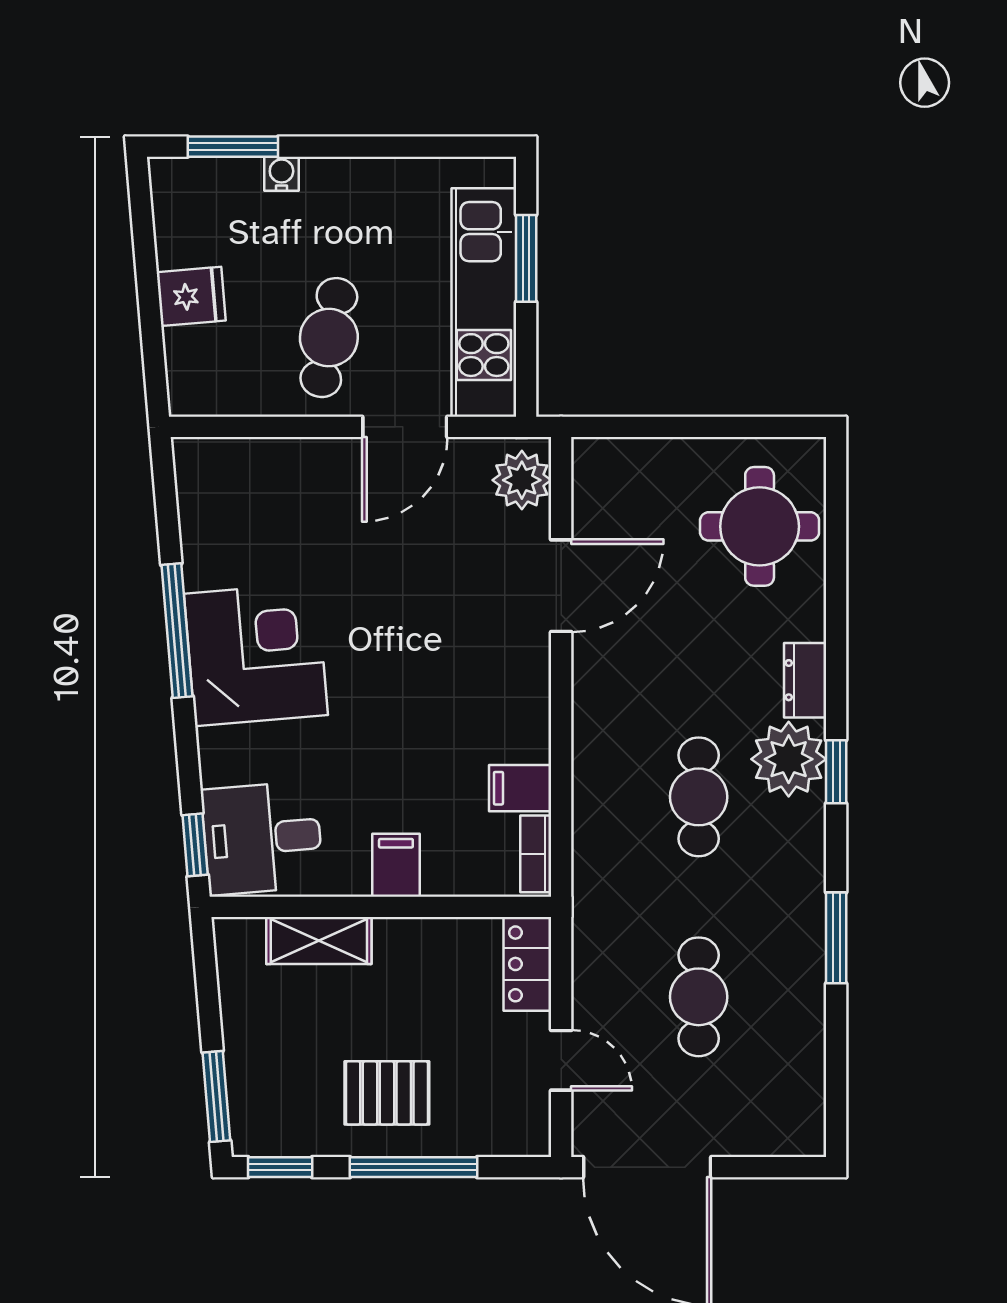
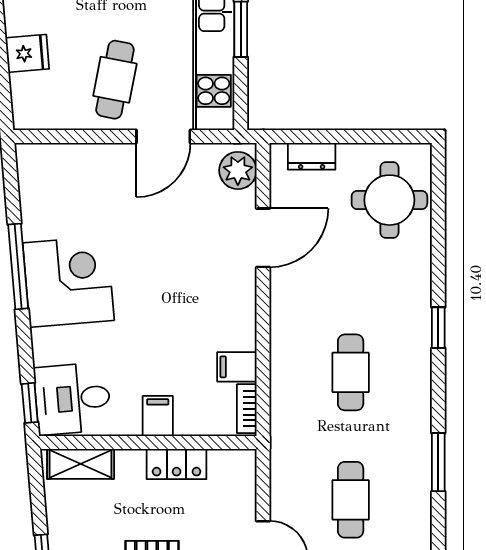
dresser: (805, 680) -> (312, 156), moved, turned -90
plant: (789, 759) -> (408, 348), removed
window: (836, 772) -> (438, 328), moved
shelving: (319, 941) -> (81, 464), moved
locker: (527, 964) -> (177, 464), moved, turned -90

